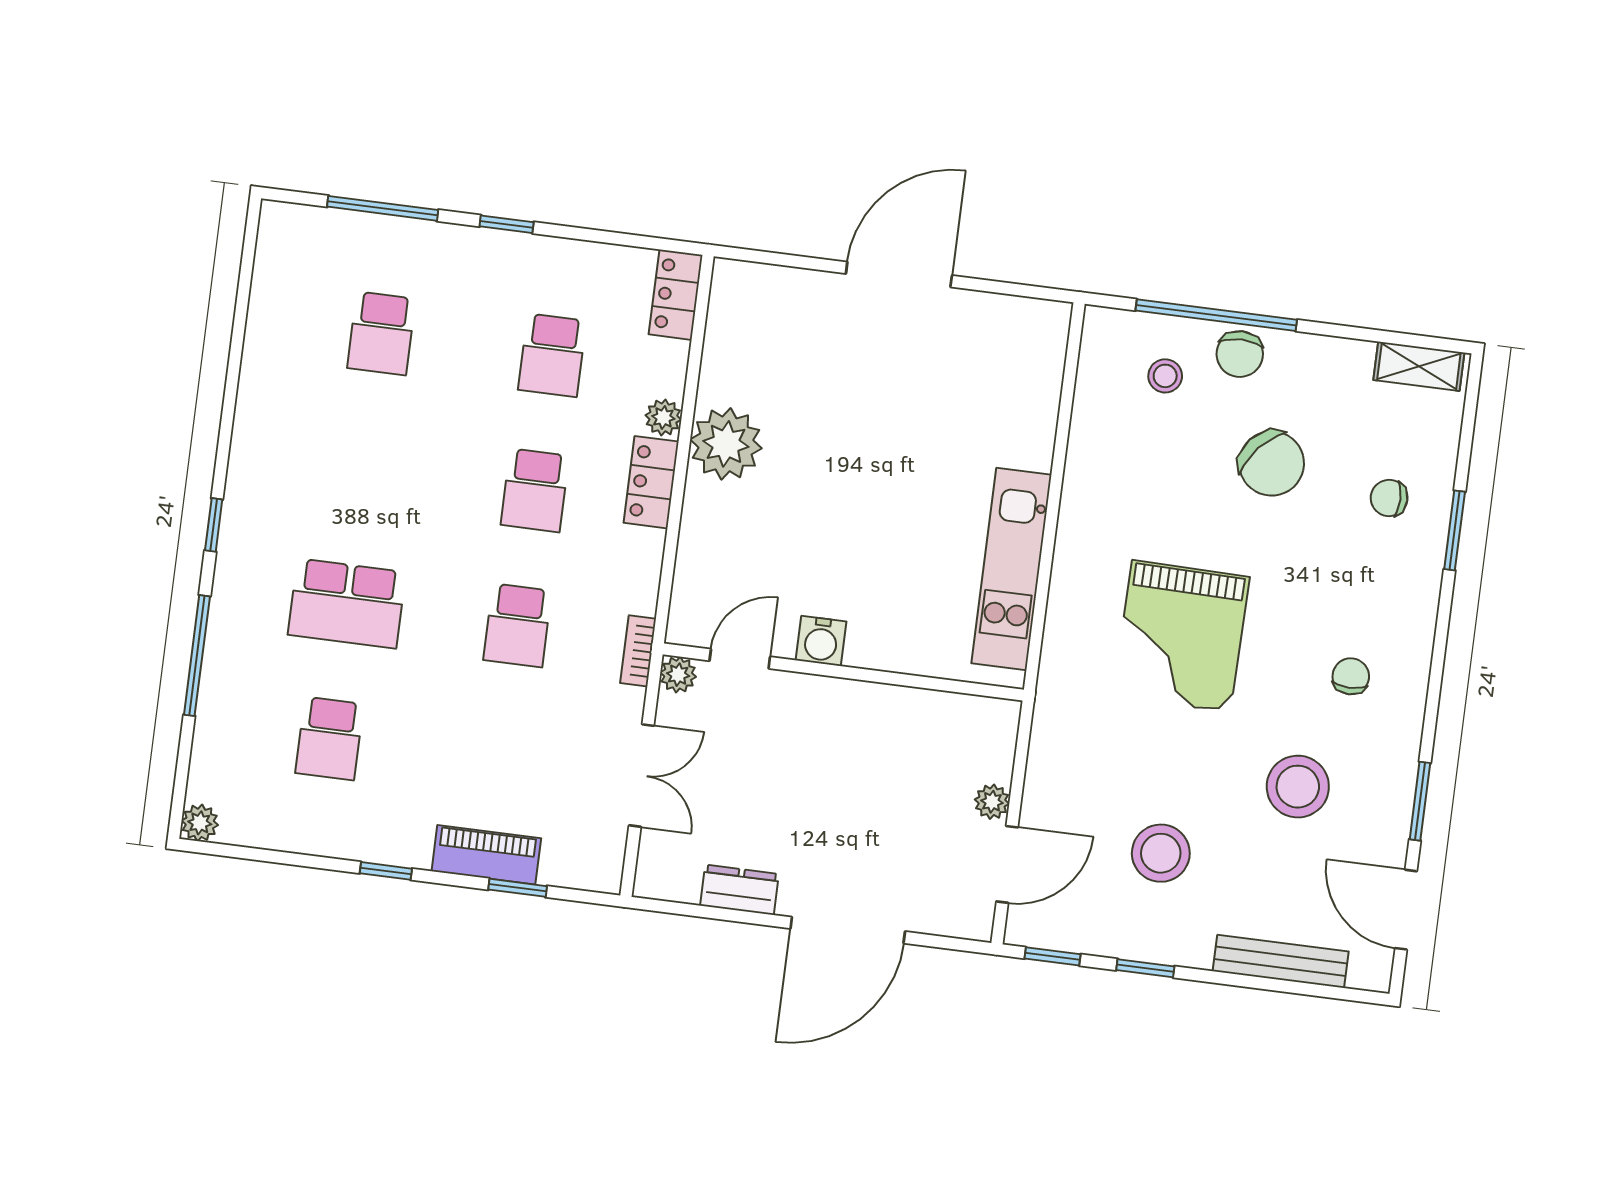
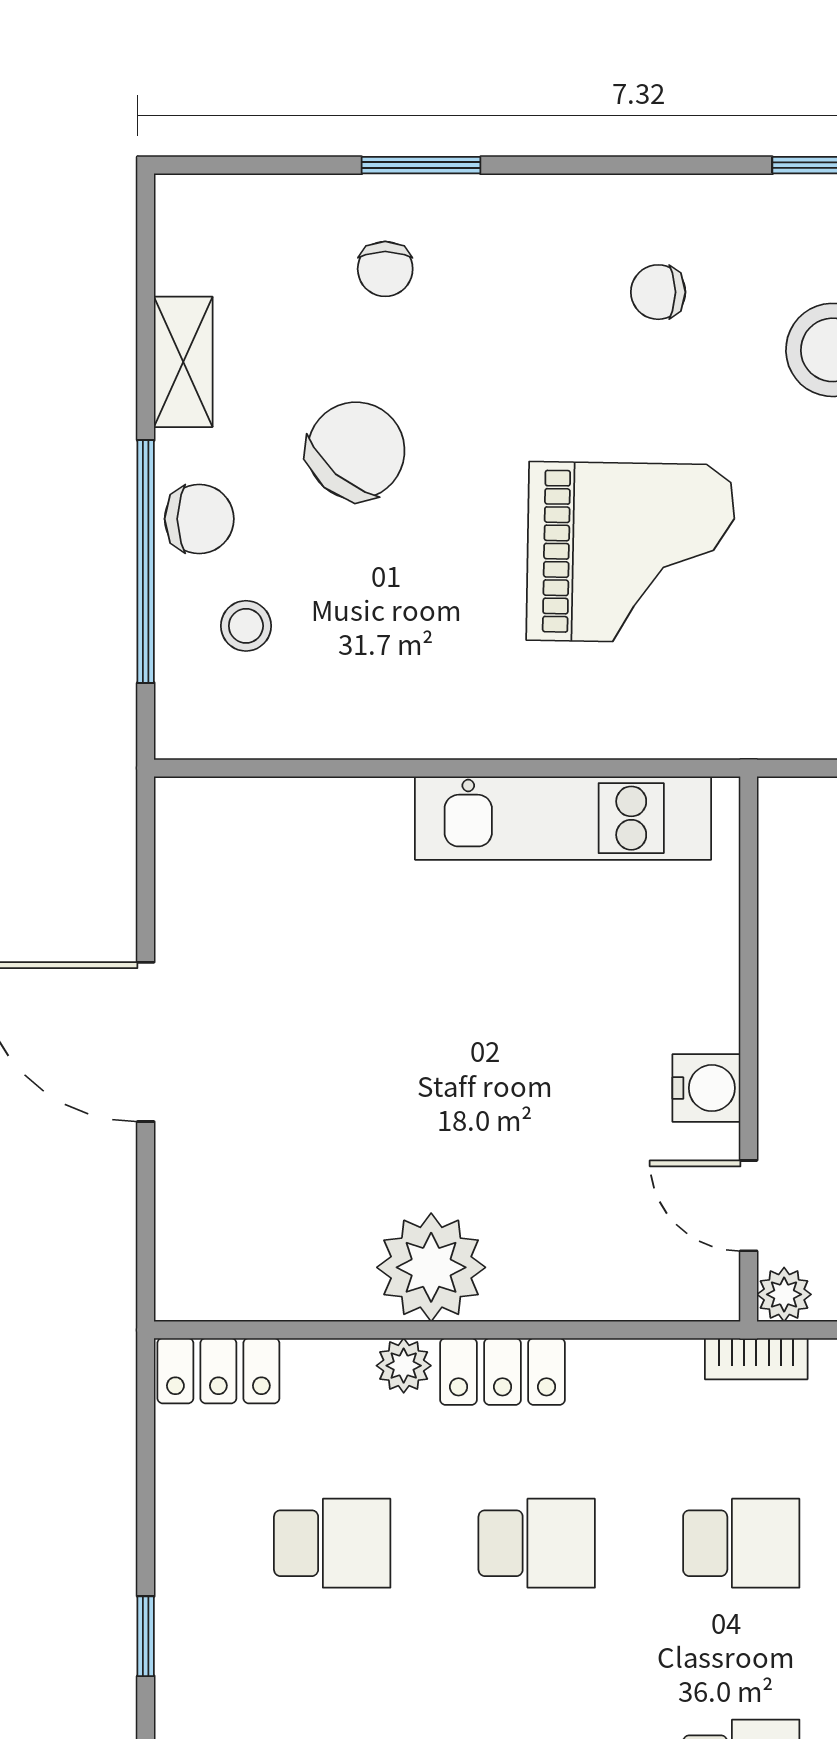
shelving: (1419, 366) -> (183, 362), moved

